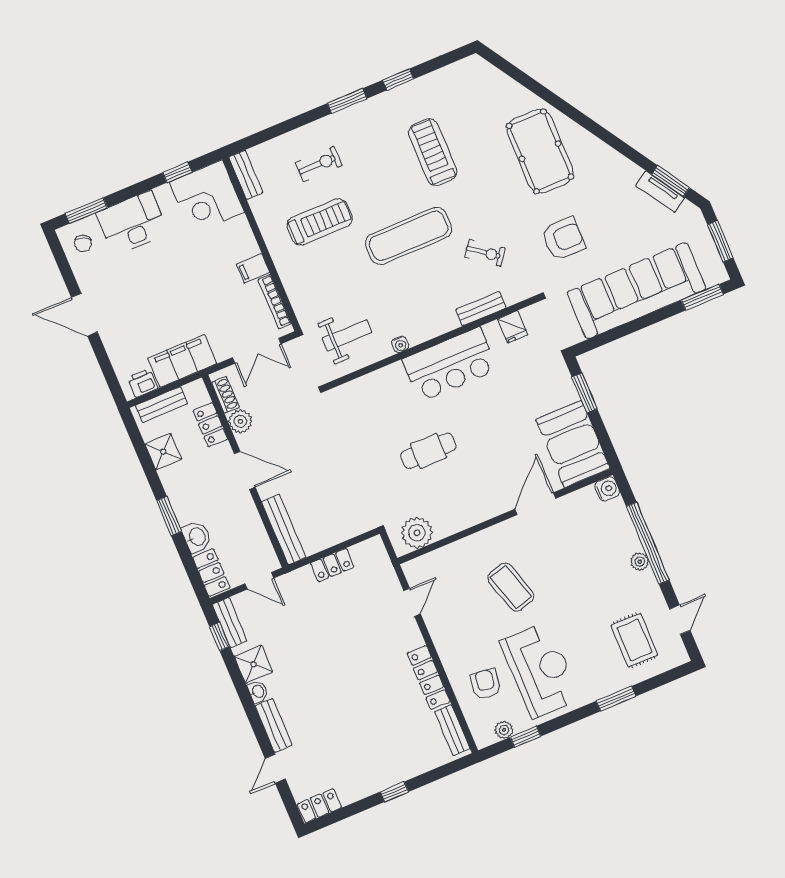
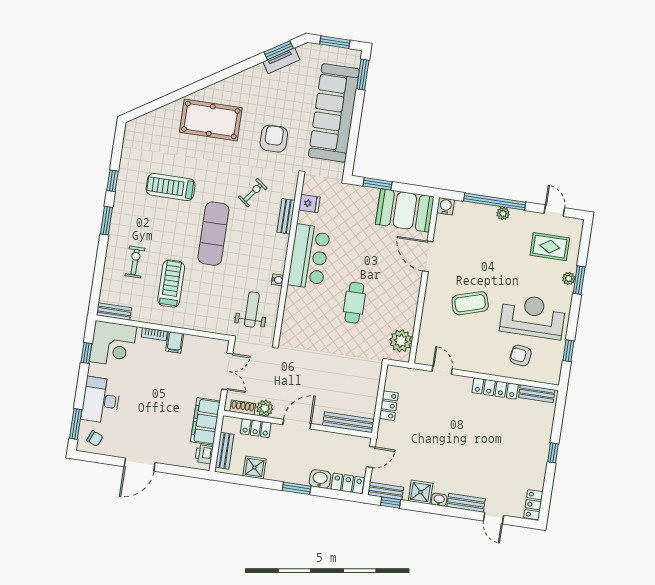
bookcase: (275, 302) -> (154, 334), moved, width x0.64
plant: (504, 730) -> (569, 278), moved

